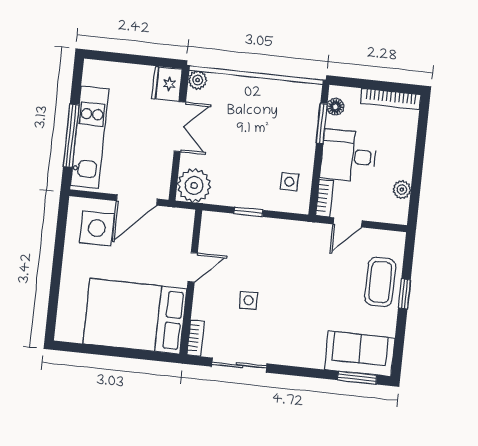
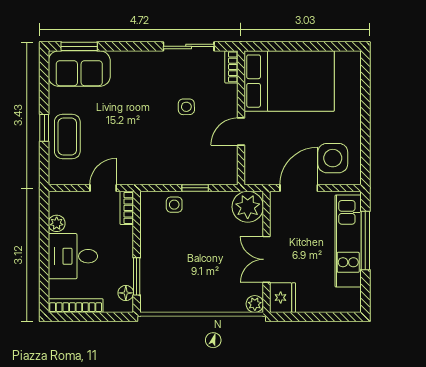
desk: (348, 156) -> (73, 256), moved, turned 180
side table: (289, 182) -> (174, 205), moved

